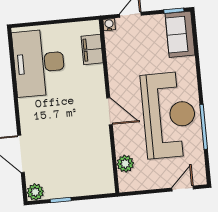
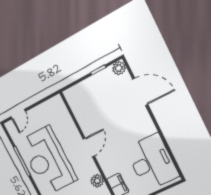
door: (110, 111) -> (89, 147), swing flipped
plant: (125, 164) -> (97, 181), moved

